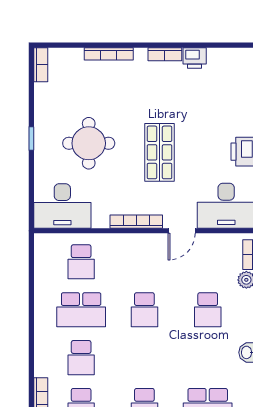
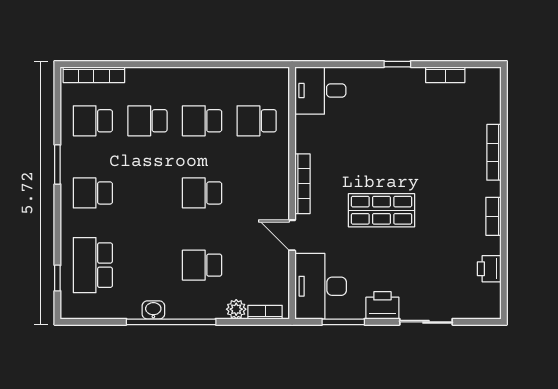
printer: (195, 58) -> (489, 269), moved
bookcase: (41, 65) -> (445, 75), moved
round table: (89, 143) -> (392, 129), removed
desk: (62, 206) -> (320, 91), width x0.73
school desk: (81, 310) -> (202, 121), width x0.54

